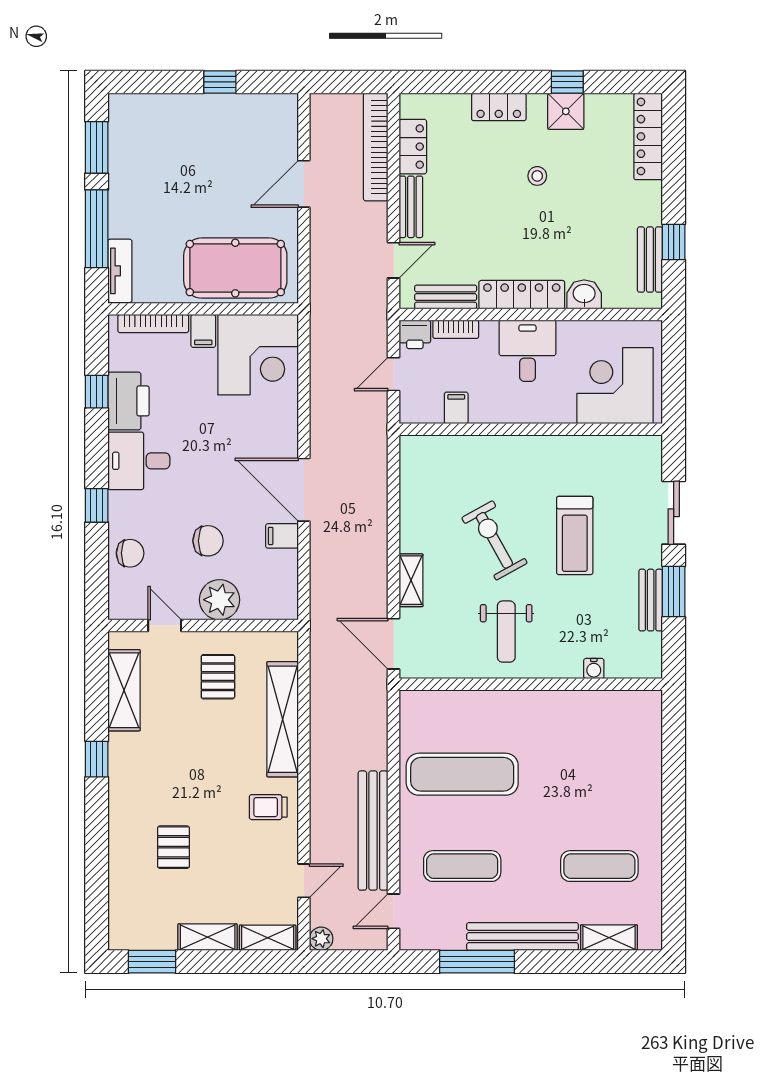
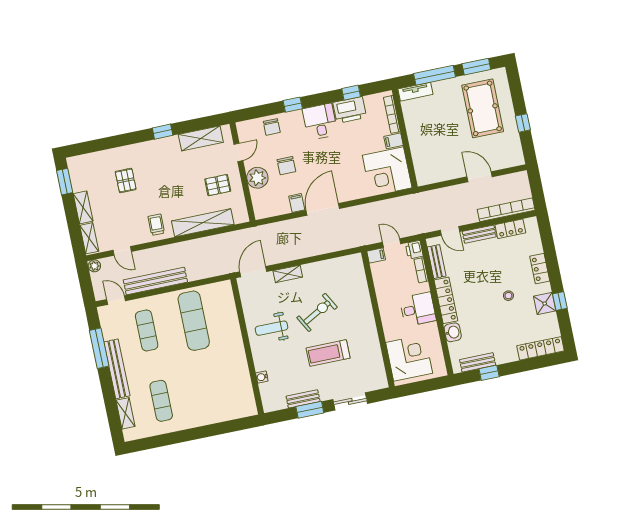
pool table: (235, 268) -> (483, 108), moved
filing cabinet: (456, 408) -> (376, 256), moved
pallet: (174, 847) -> (126, 180), turned 90

